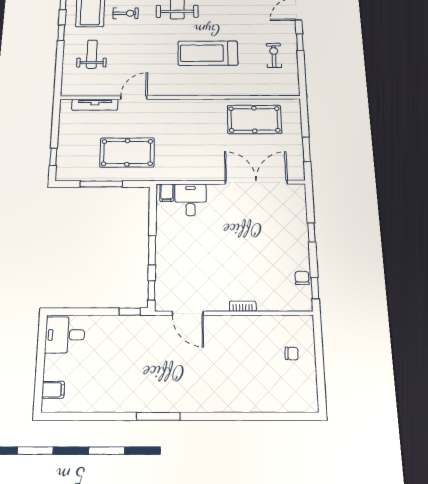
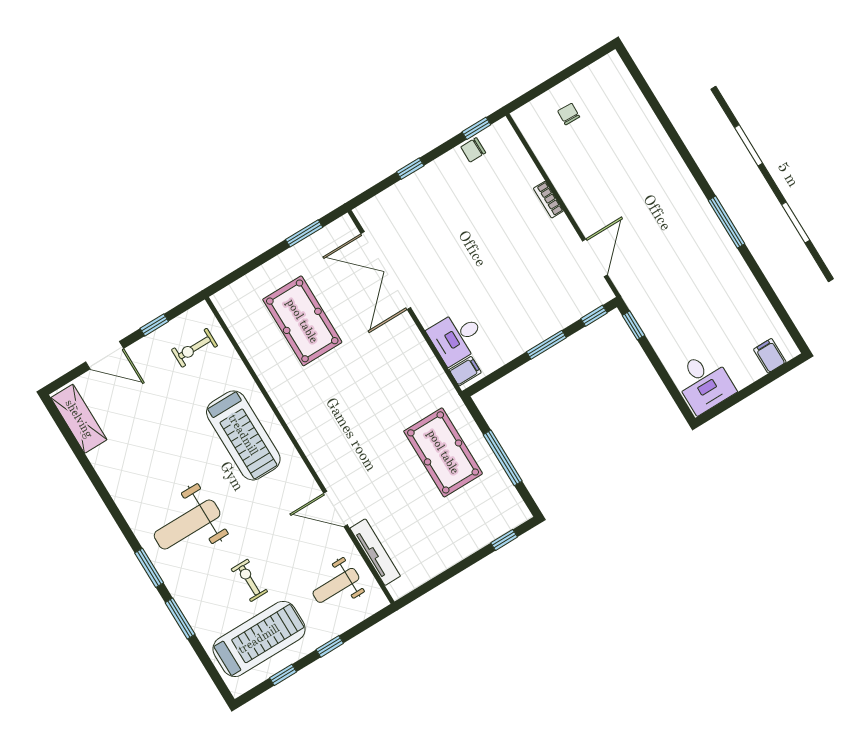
door: (134, 98) -> (335, 509), moved
wall: (180, 98) -> (300, 450), moved
tv unit: (95, 105) -> (375, 552), moved

